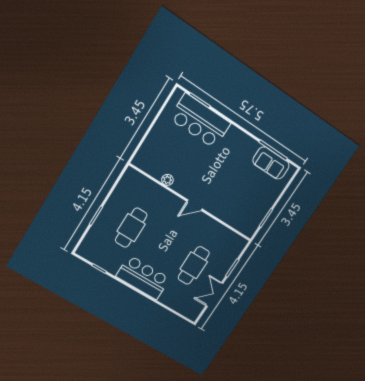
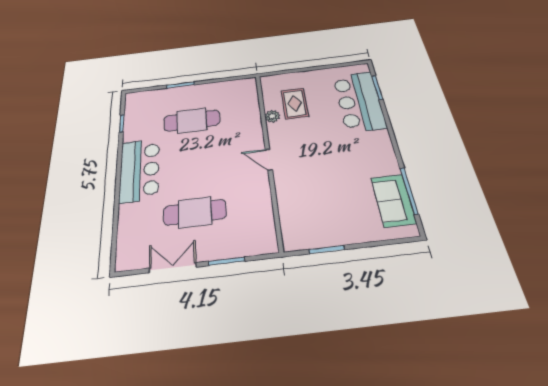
rug: (169, 159) -> (295, 103), added

